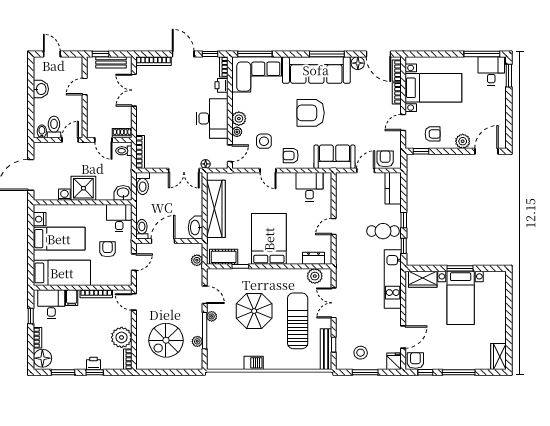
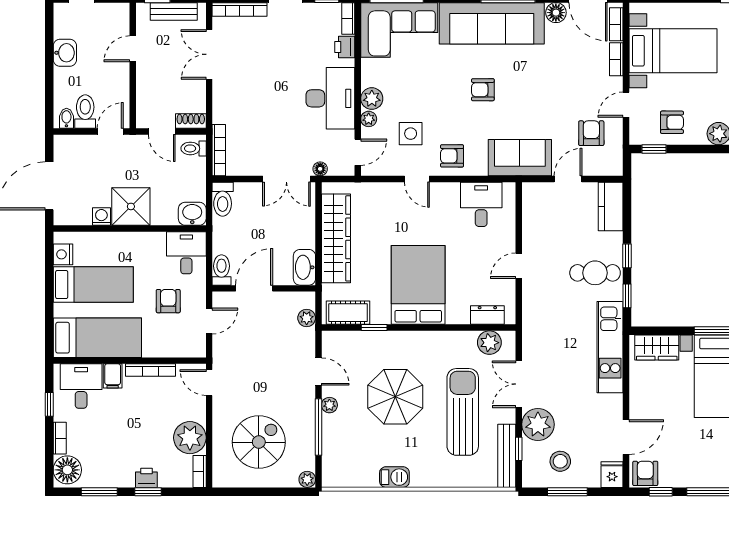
armchair: (311, 113) -> (483, 90), width x0.53, depth x0.53
armchair: (385, 159) -> (591, 133), moved
plant: (346, 329) -> (538, 424), added
spiral stairs: (166, 340) -> (259, 442), turned 180
plant: (197, 341) -> (307, 479), moved

